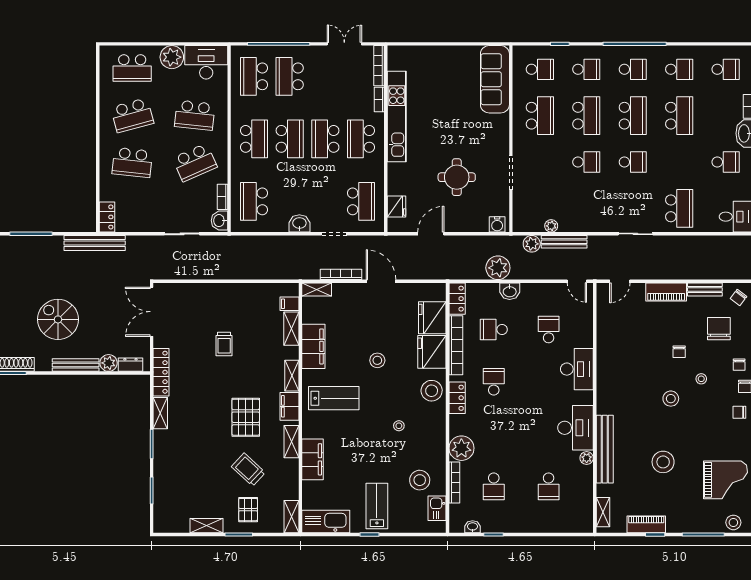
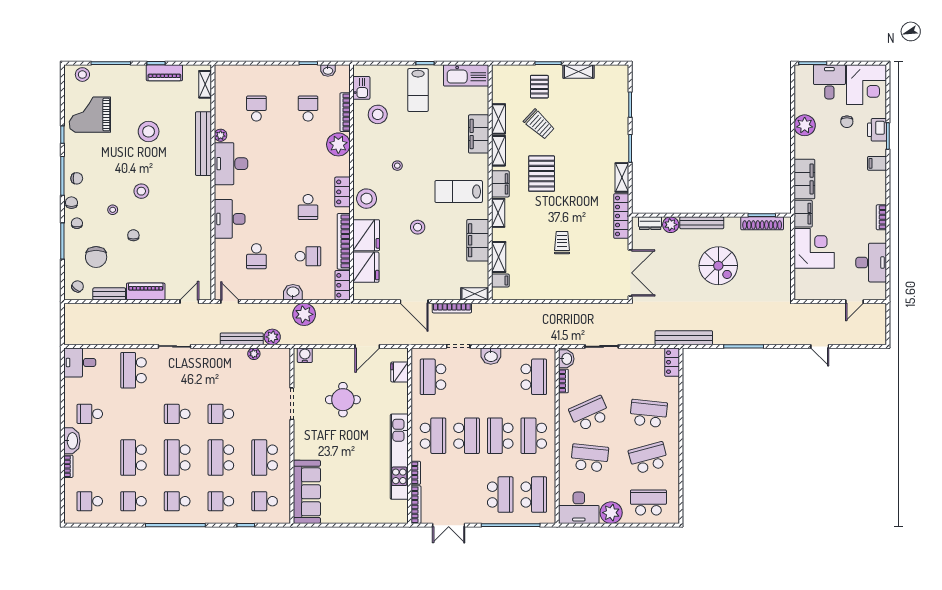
shelving: (291, 517) -> (498, 119), moved

